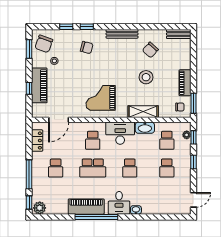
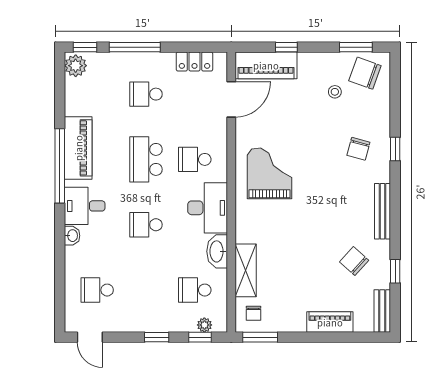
window: (66, 27) -> (395, 271), moved
stool: (146, 77) -> (306, 253), removed
piano: (185, 83) -> (330, 322), moved
piano: (39, 85) -> (266, 65), moved
shelving: (143, 112) -> (246, 270), moved
door: (59, 120) -> (231, 99), swing flipped
school desk: (167, 168) -> (97, 290), moved

